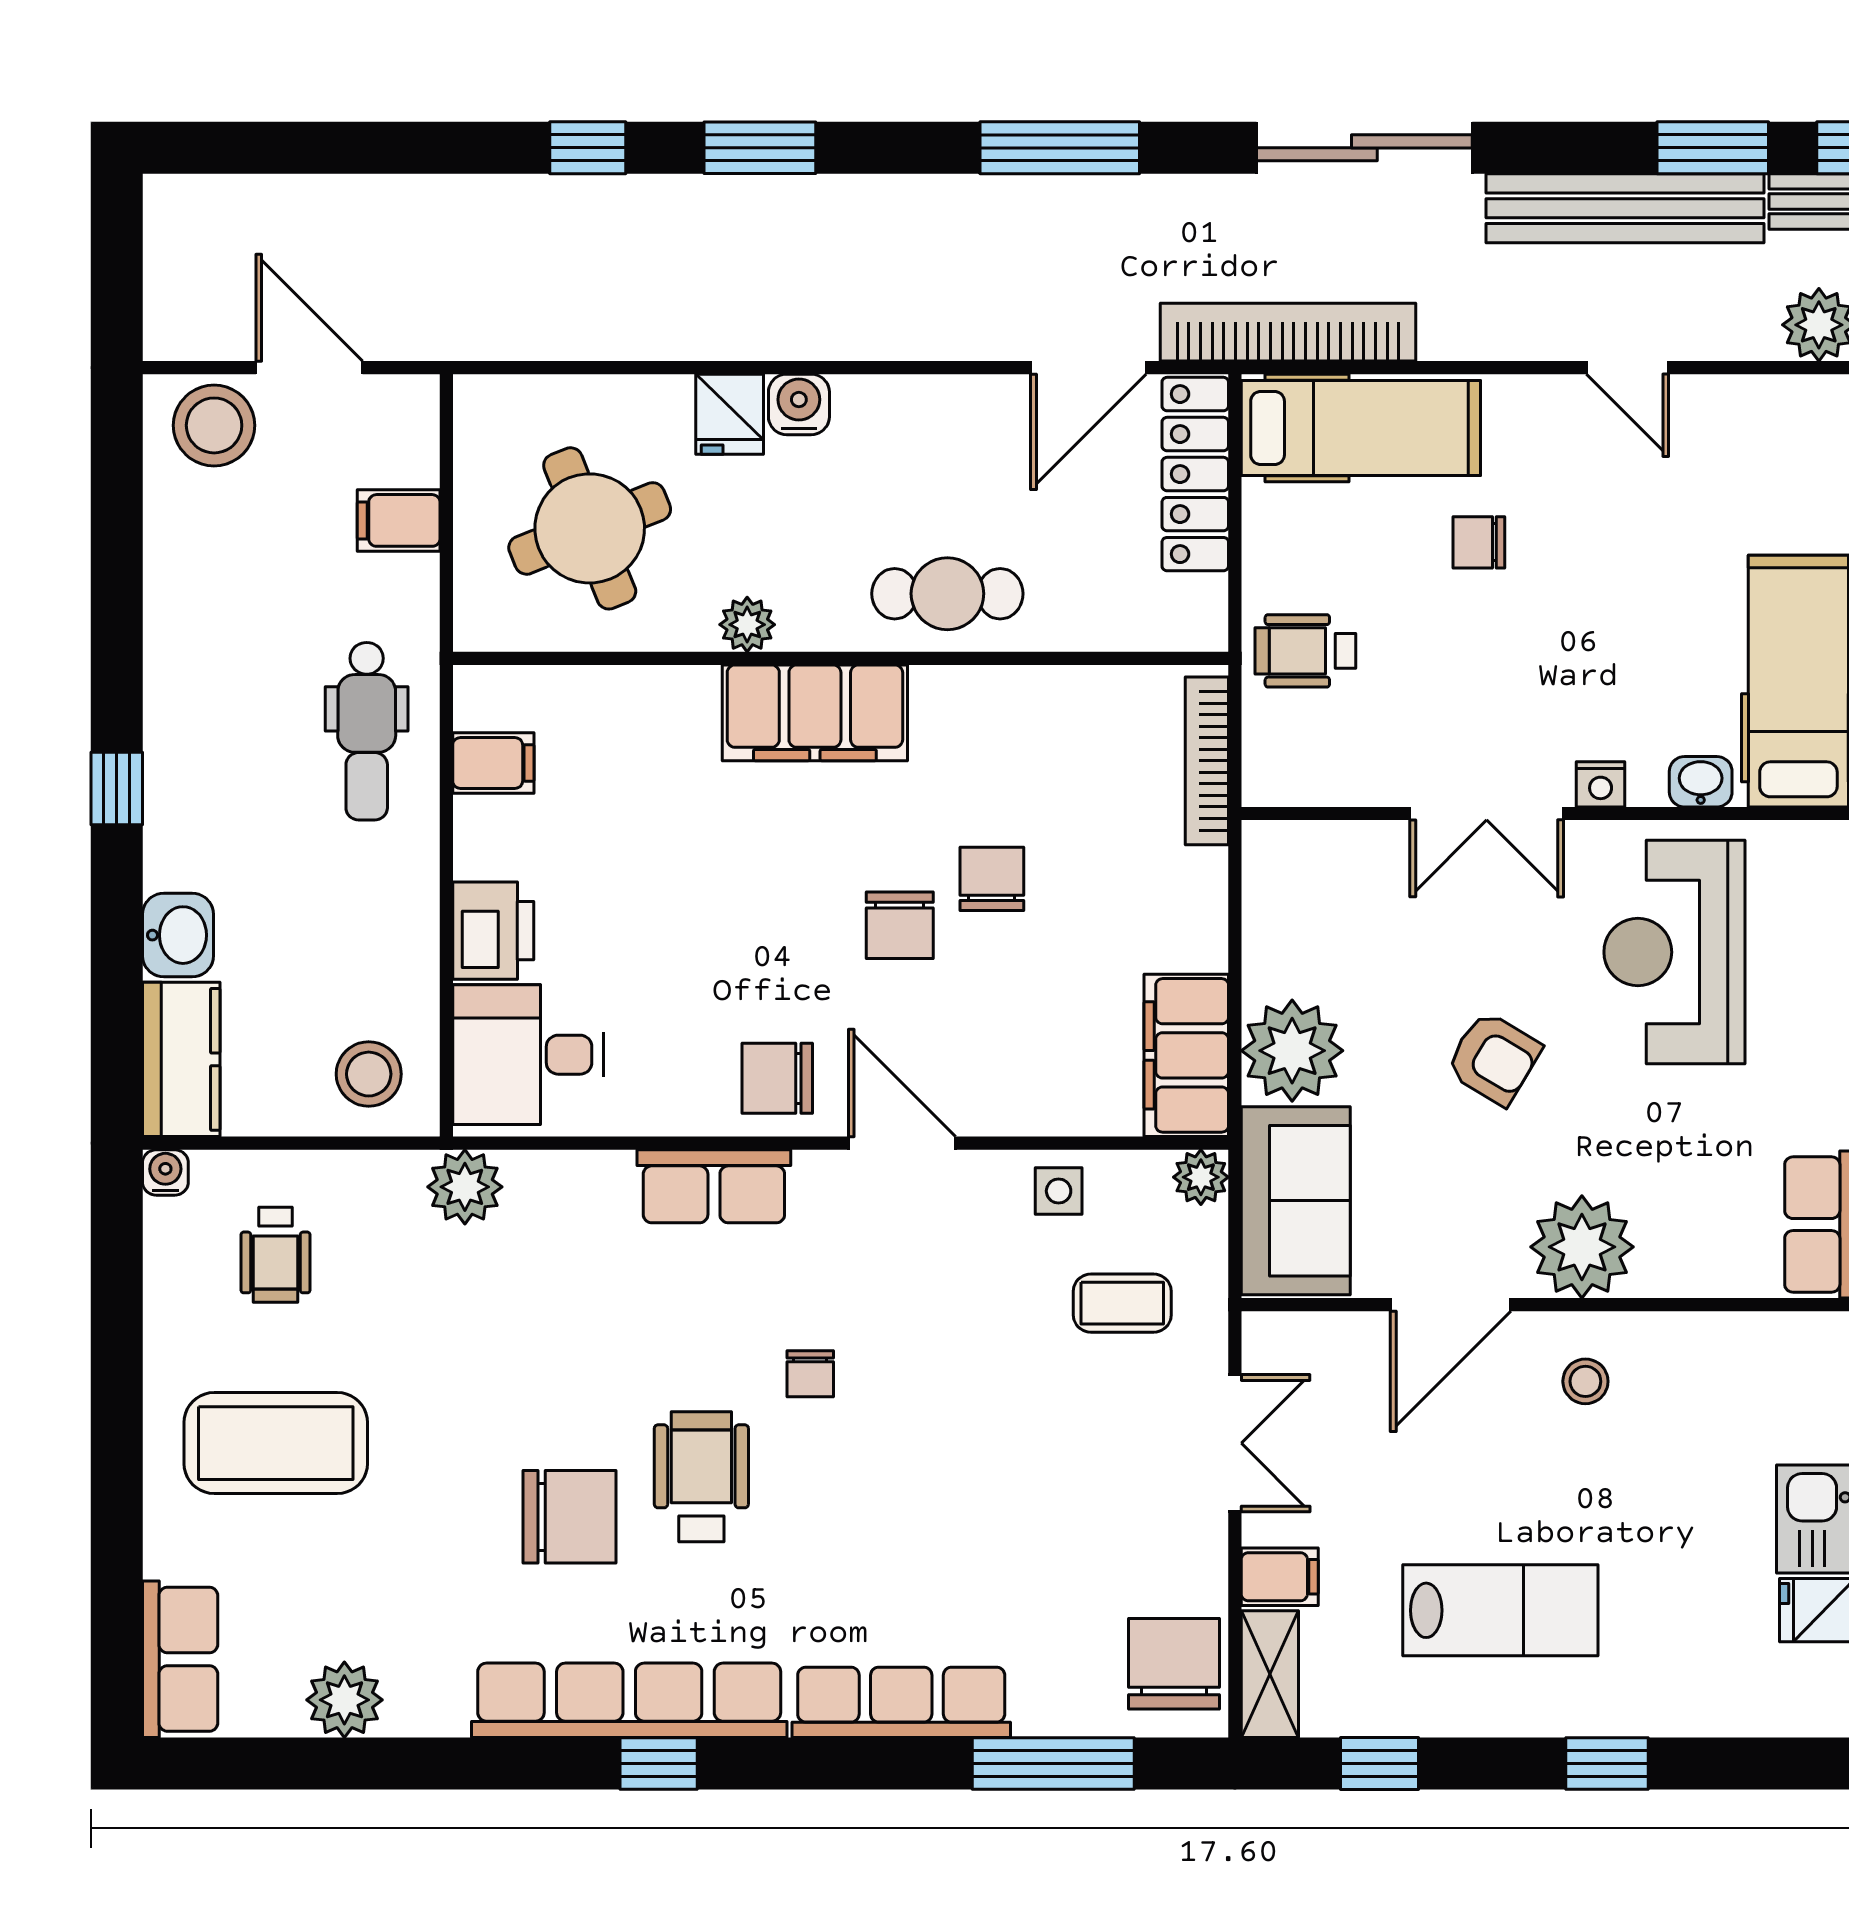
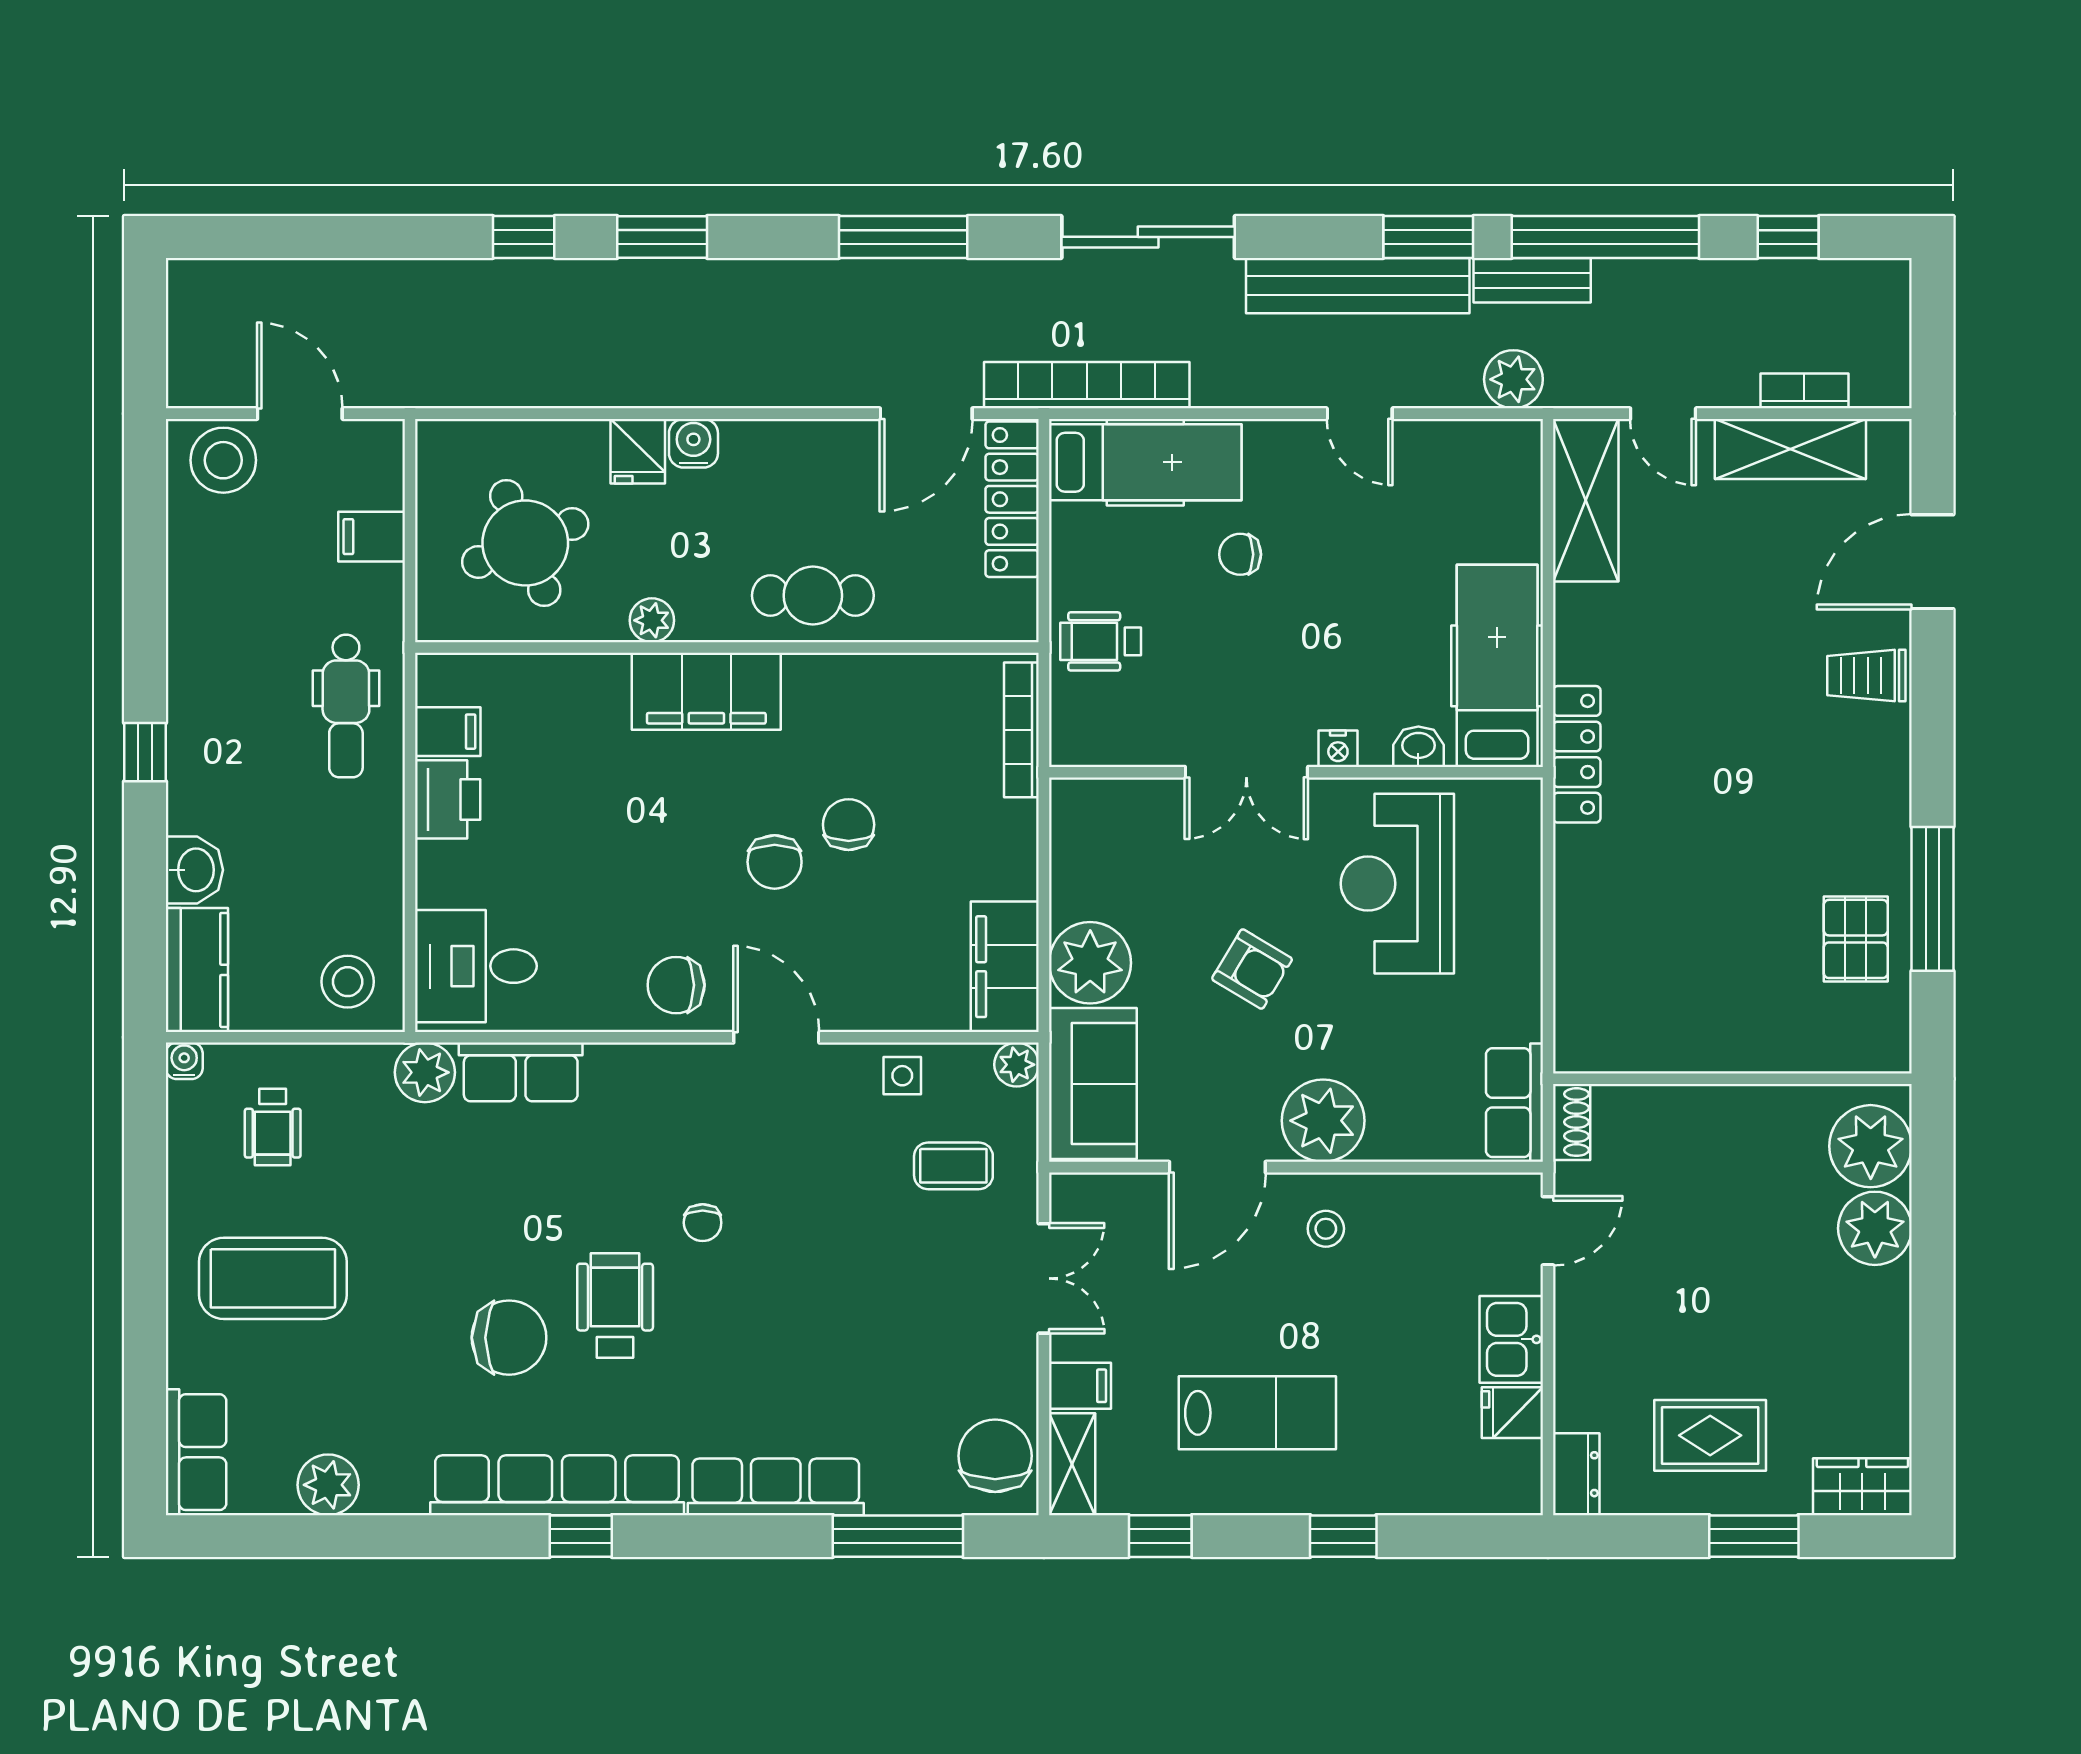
printer: (493, 931) -> (448, 799), moved
row of seats: (714, 1186) -> (521, 1072), moved

